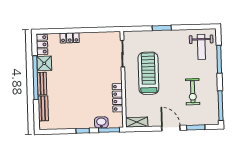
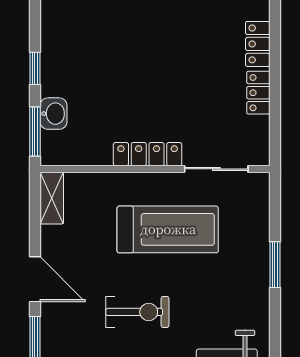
locker: (90, 37) -> (258, 93), added
exercise bike: (193, 92) -> (137, 312), moved, turned 180
locker: (118, 98) -> (148, 154), moved
door: (171, 128) -> (35, 279), hinge flipped

